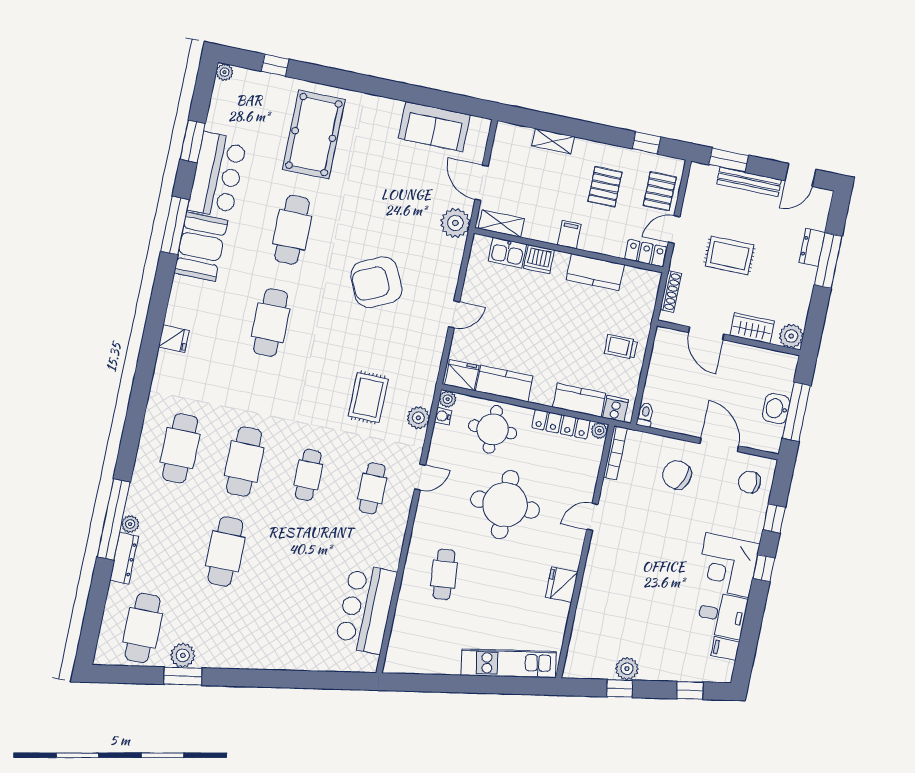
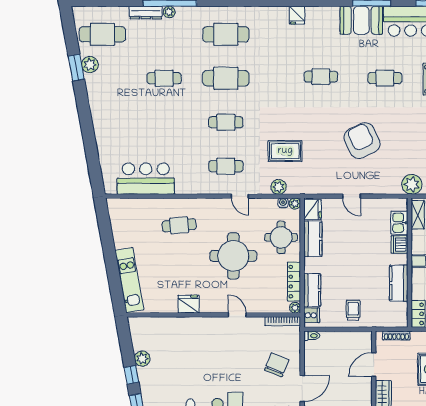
cafe table: (292, 230) -> (385, 78), width x0.73, depth x0.74
cafe table: (271, 323) -> (321, 77), width x0.73, depth x0.74
cafe table: (225, 551) -> (164, 78), width x0.73, depth x0.74
window: (620, 688) -> (131, 375), moved

